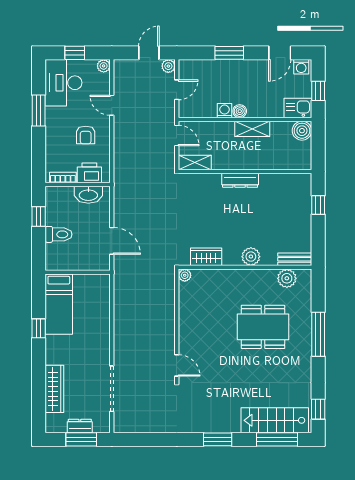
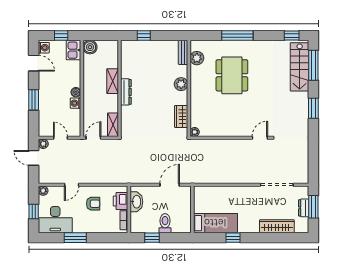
shelving: (252, 129) -> (113, 81), moved

